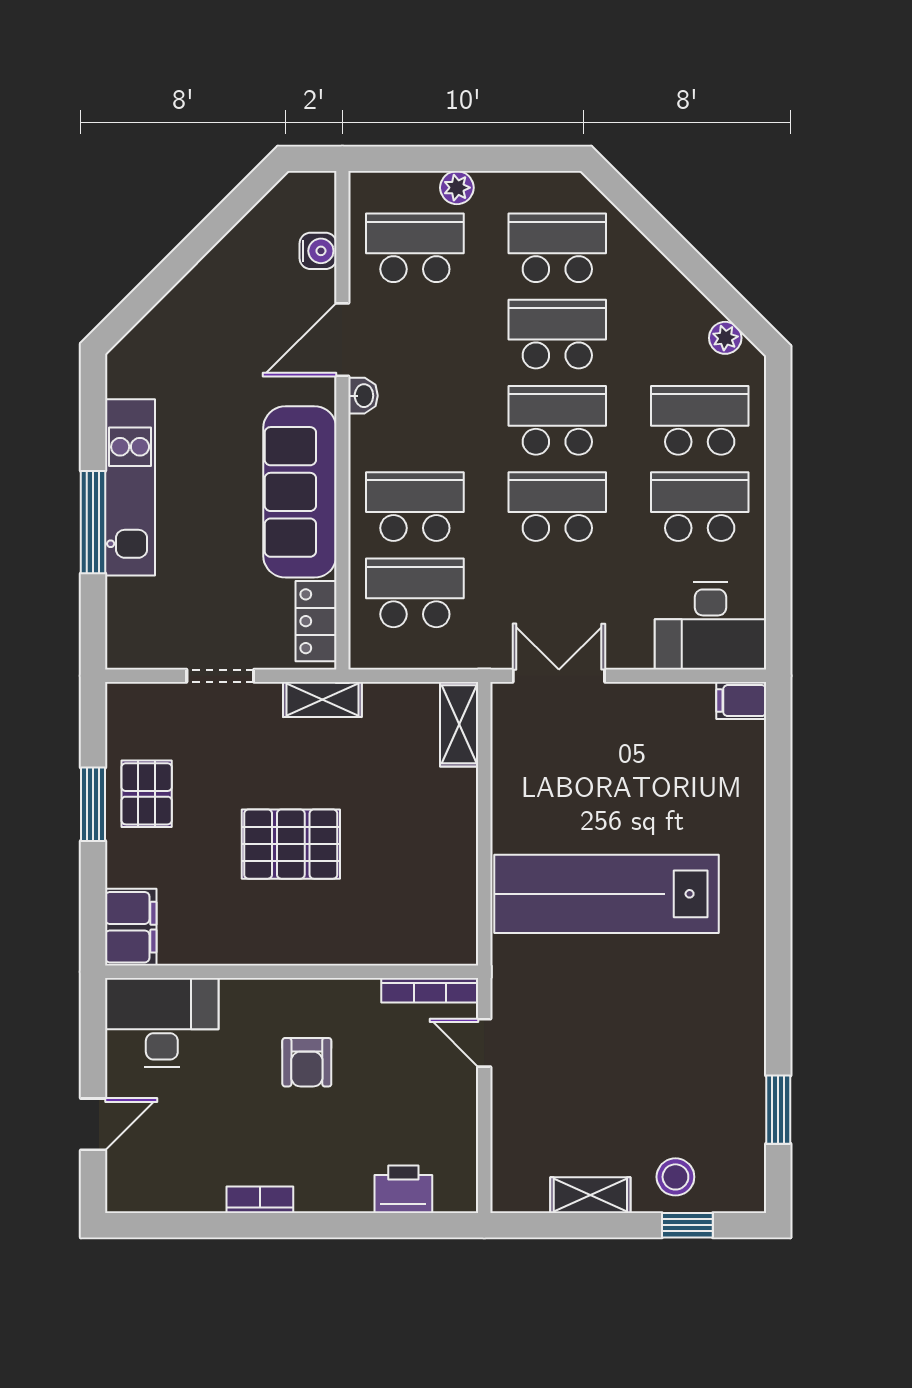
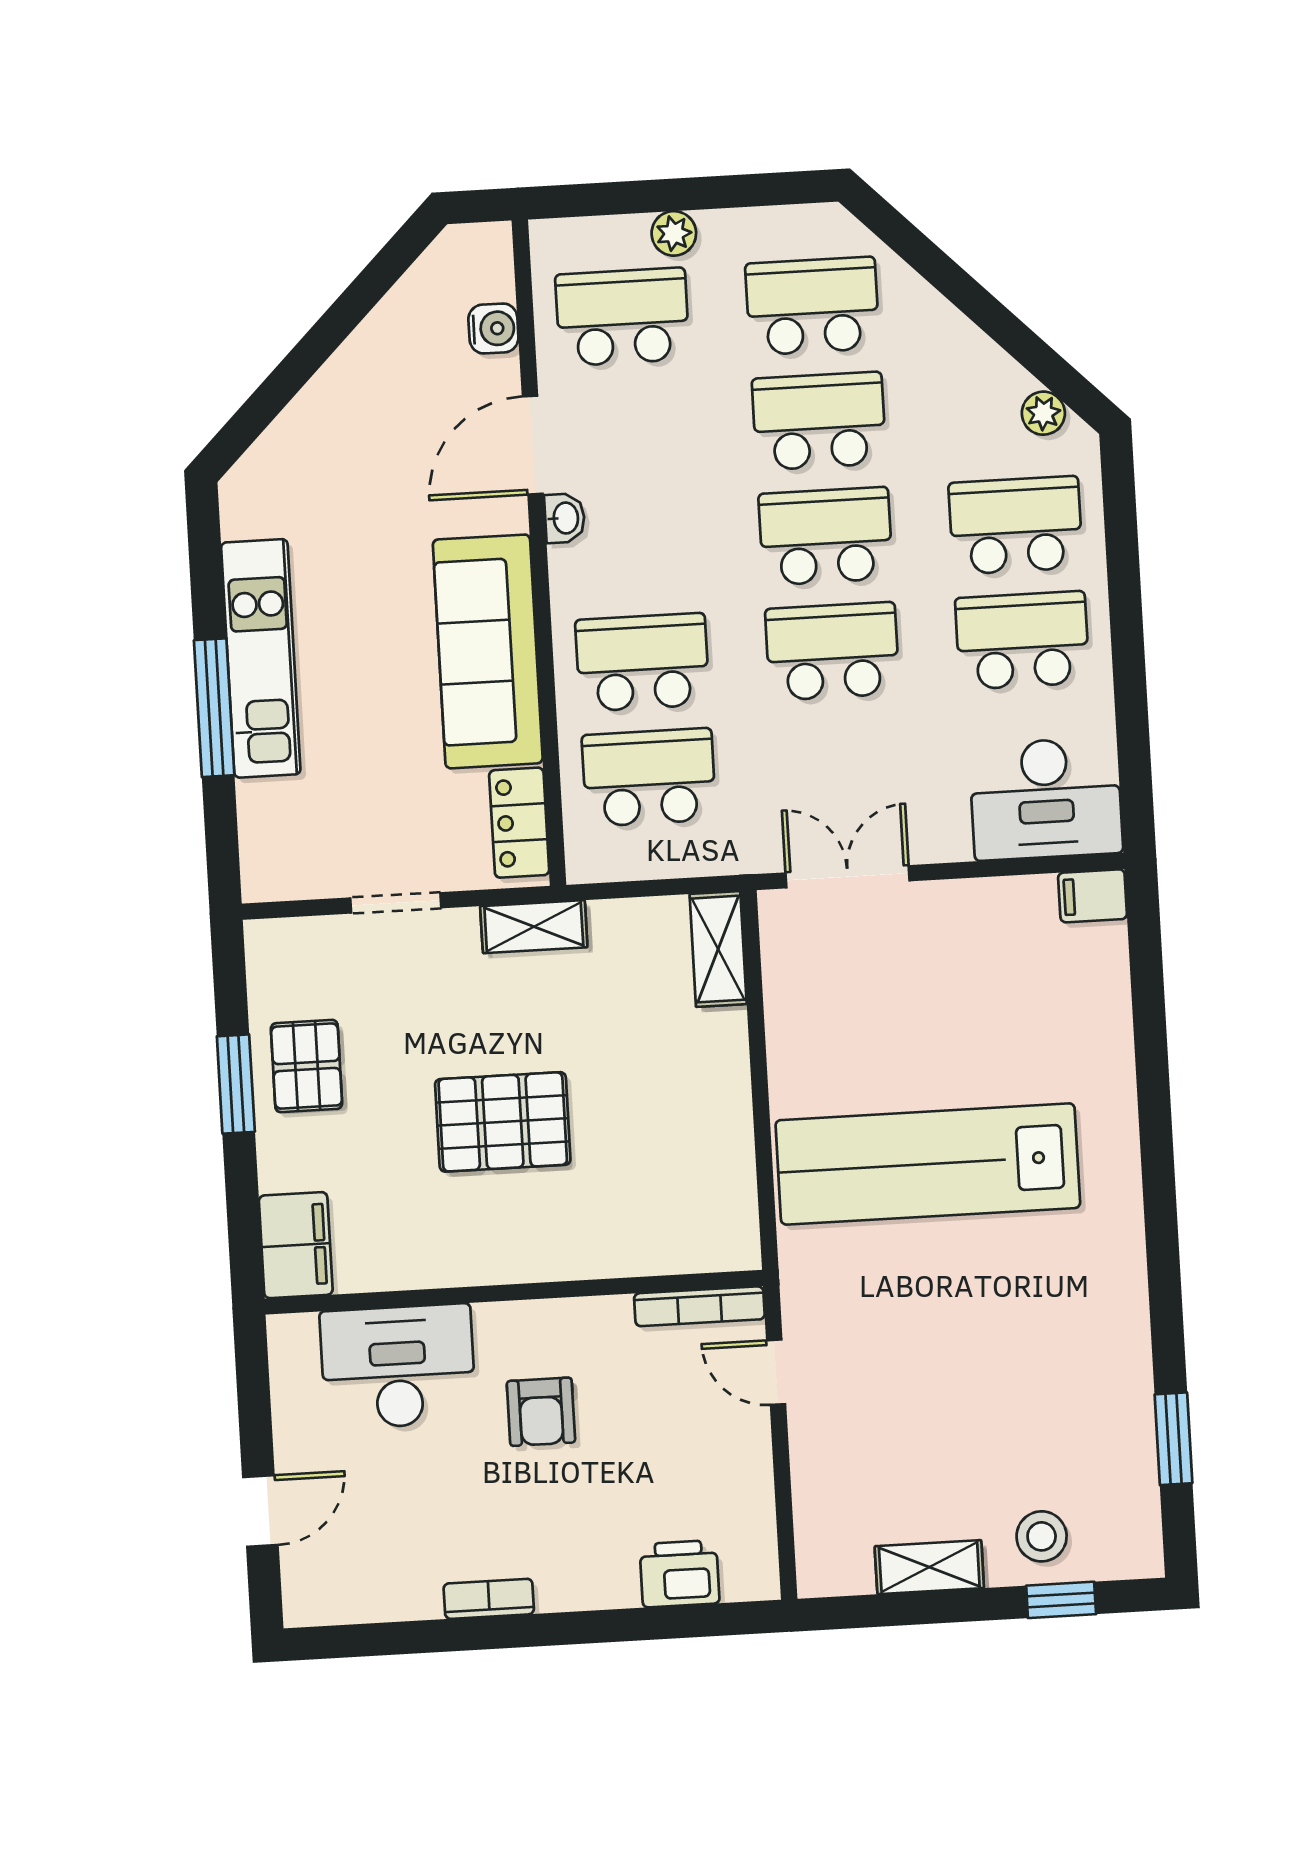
desk: (162, 1022) -> (398, 1367), moved

